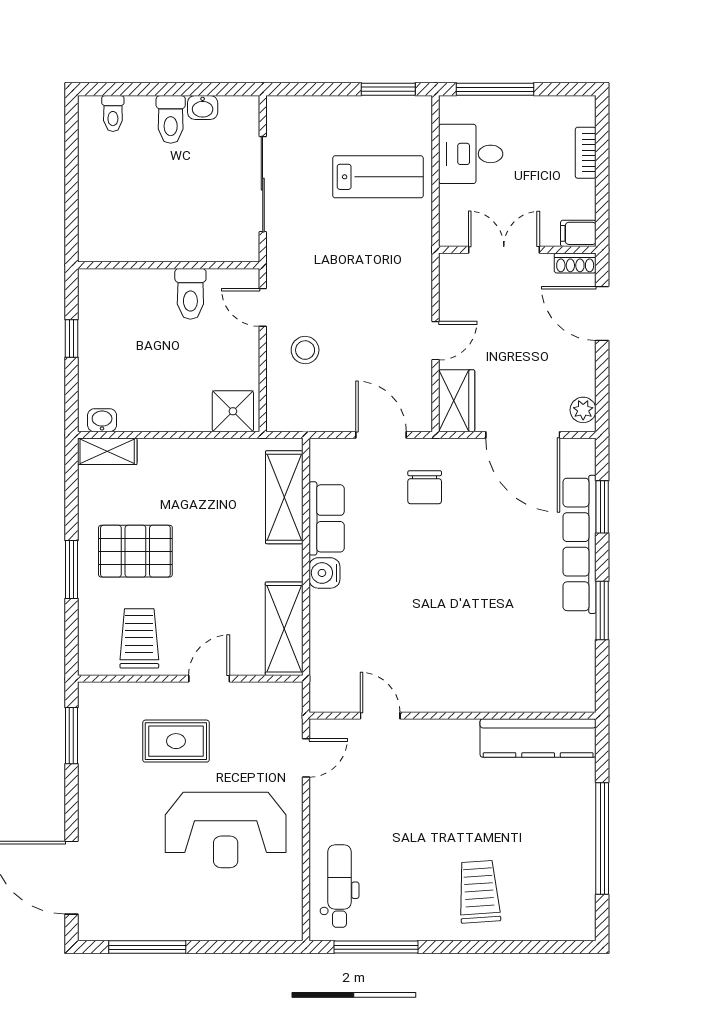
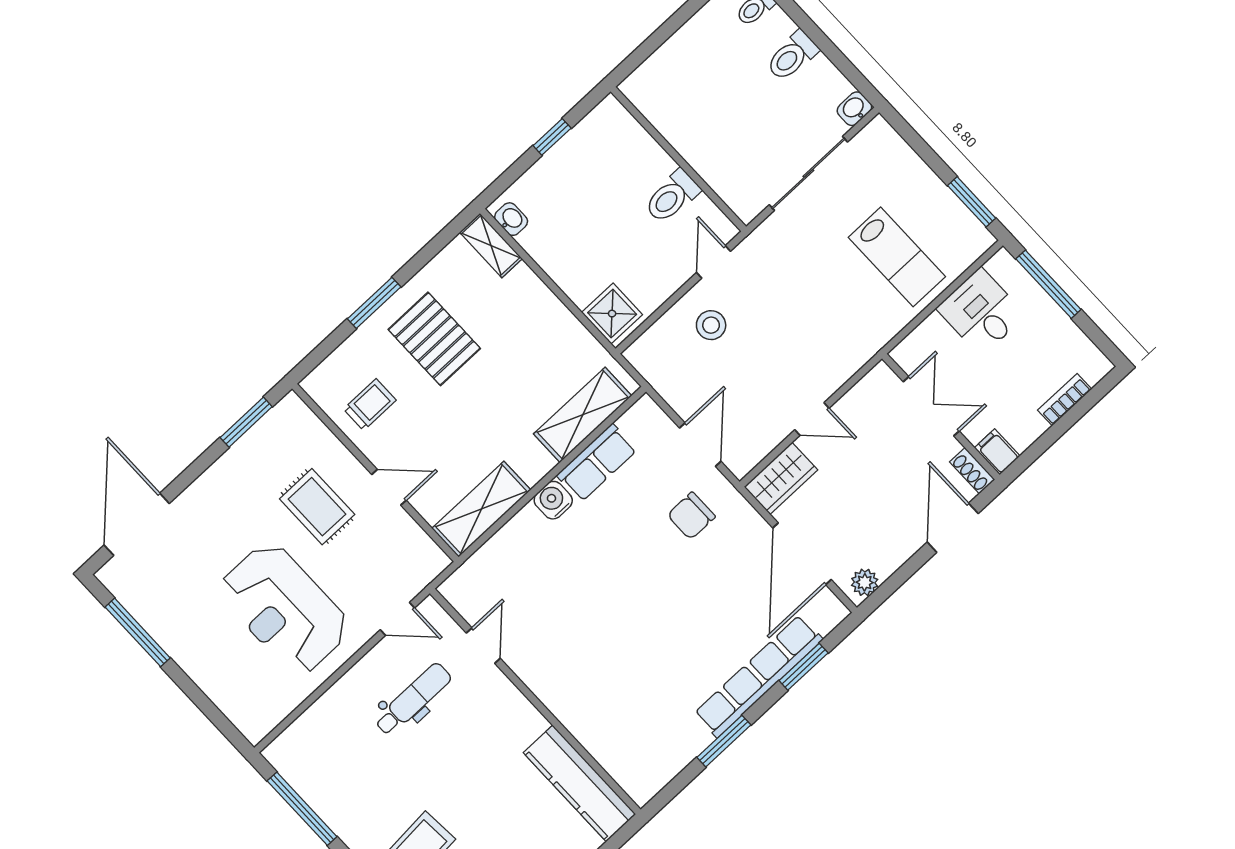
washbasin: (203, 108) -> (854, 109), moved, turned 90
trolley: (139, 638) -> (370, 405), width x0.73, depth x0.72
dental chair: (340, 886) -> (413, 699), moved

